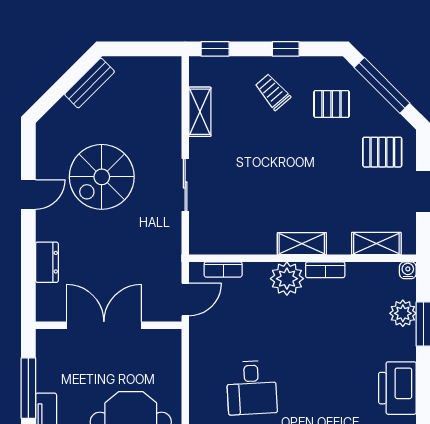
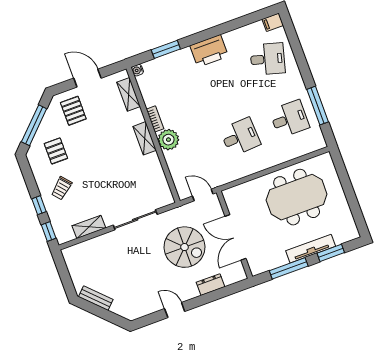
window: (286, 49) -> (39, 205), moved
spiral stairs: (102, 177) -> (185, 247), moved
sliding door: (185, 185) -> (135, 220), width x1.37
bookcase: (223, 269) -> (177, 179), removed
plant: (403, 313) -> (164, 64), removed

